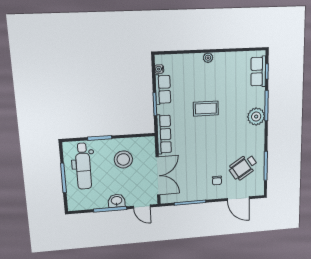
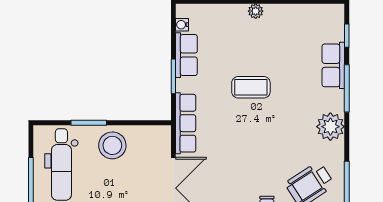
row of seats: (258, 72) -> (333, 65), moved
plant: (256, 117) -> (330, 127), moved
stool: (123, 159) -> (112, 145), moved

